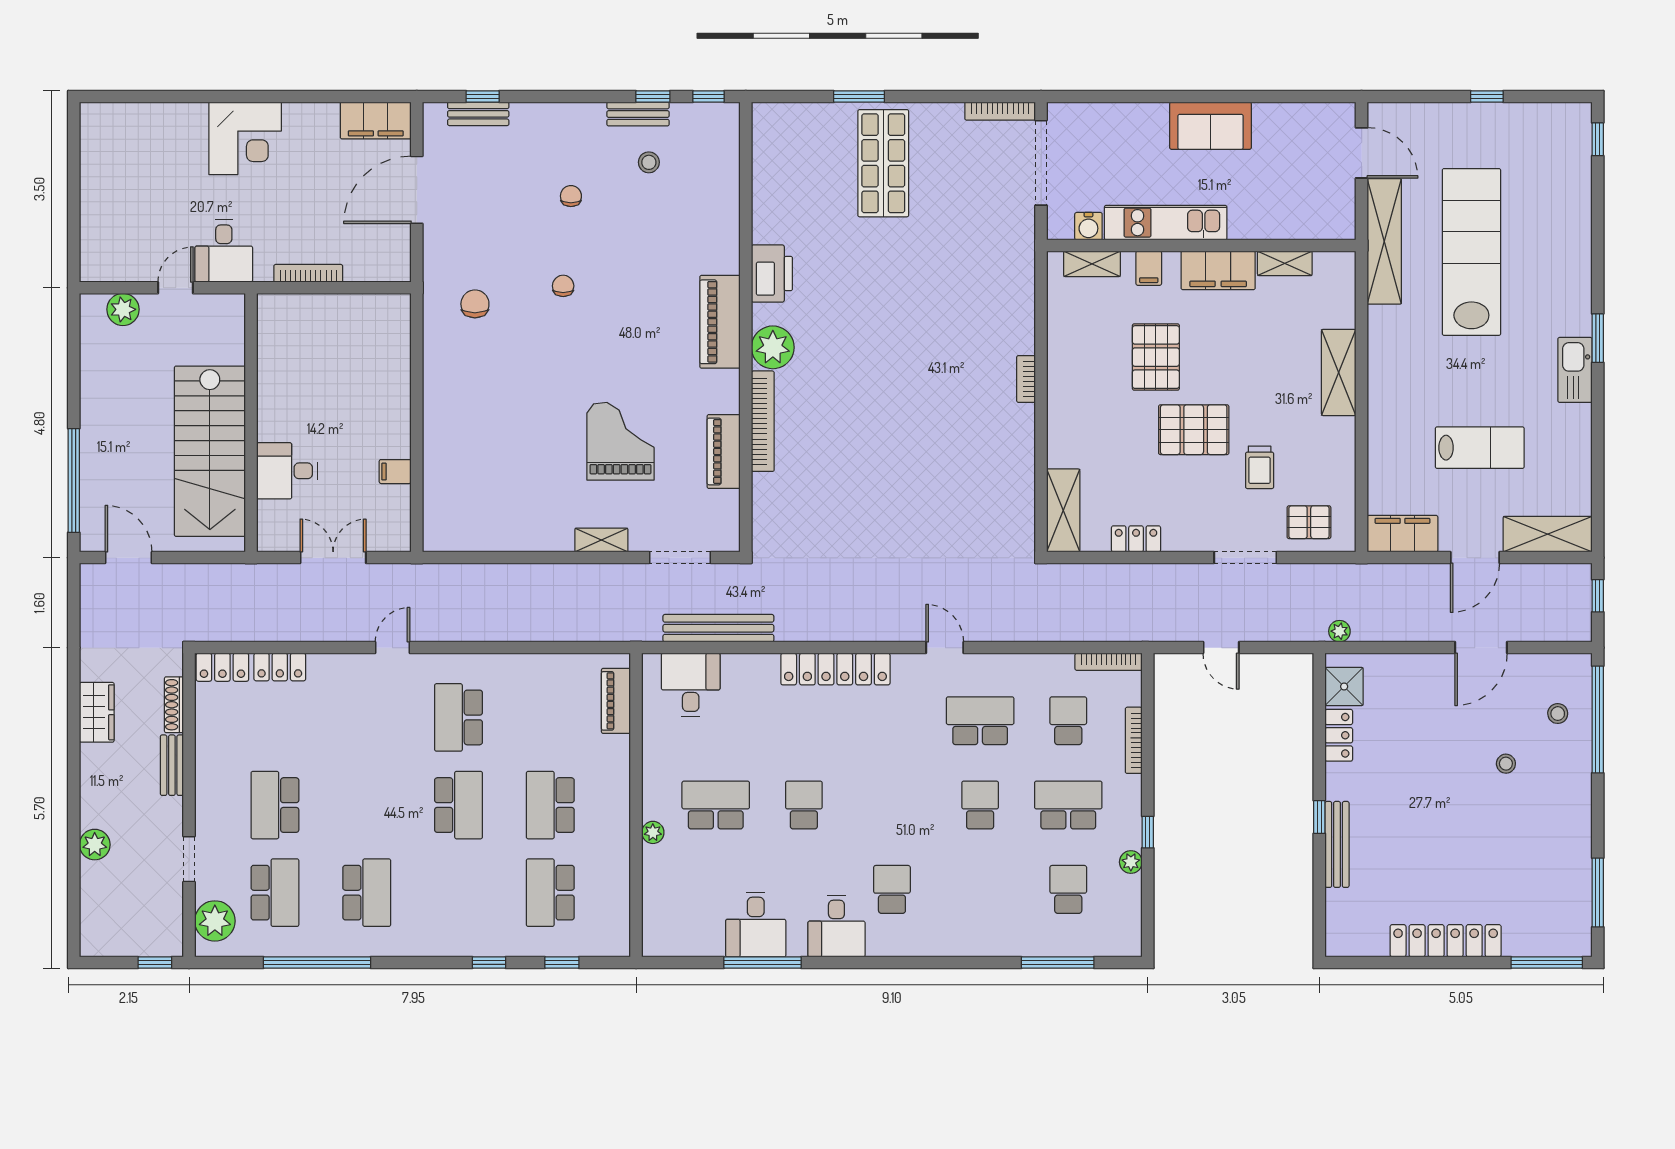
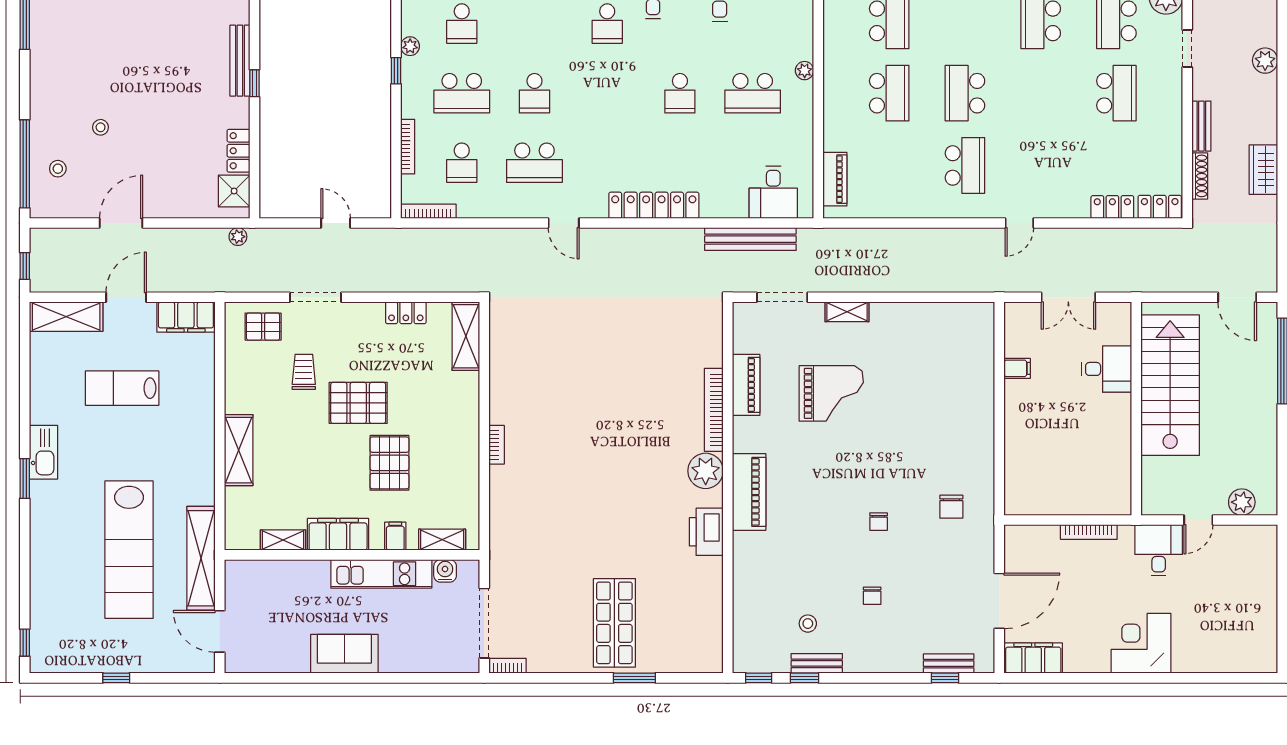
bookcase: (1000, 111) -> (507, 666), width x0.64
grand piano: (620, 441) -> (831, 393), turned -90

